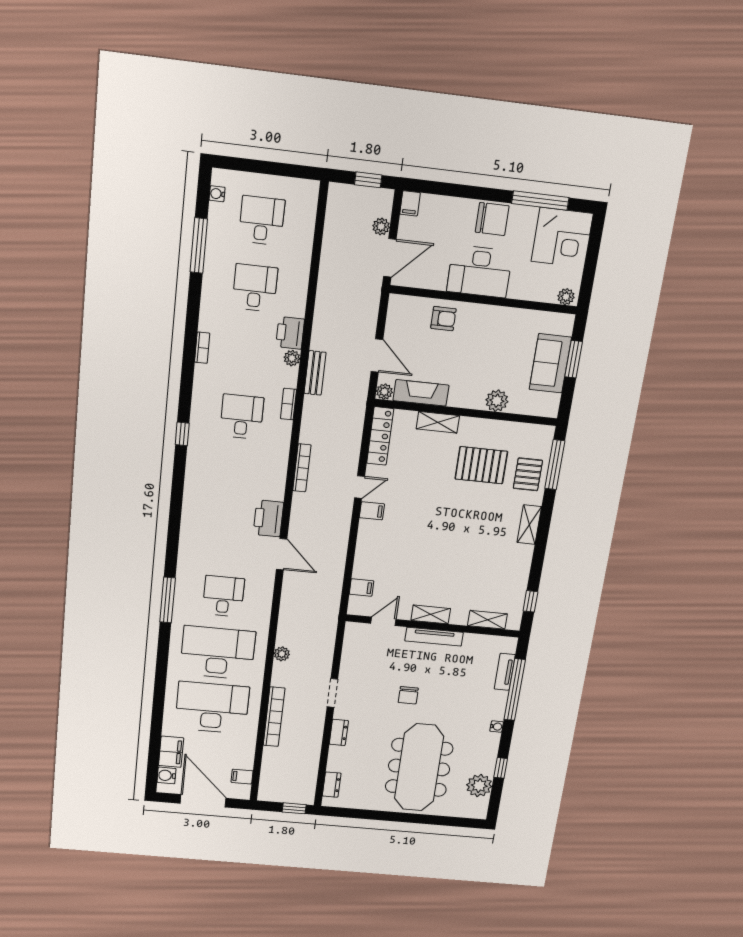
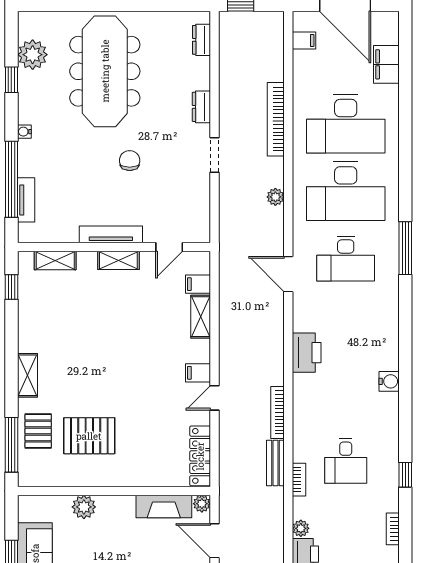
bench: (315, 373) -> (275, 463), moved
shelving: (438, 422) -> (201, 317), moved, turned 90
window: (182, 434) -> (405, 475), moved
door: (282, 554) -> (288, 274), moved
desk: (223, 596) -> (346, 259), width x1.37
water cooler: (166, 775) -> (389, 381), moved

